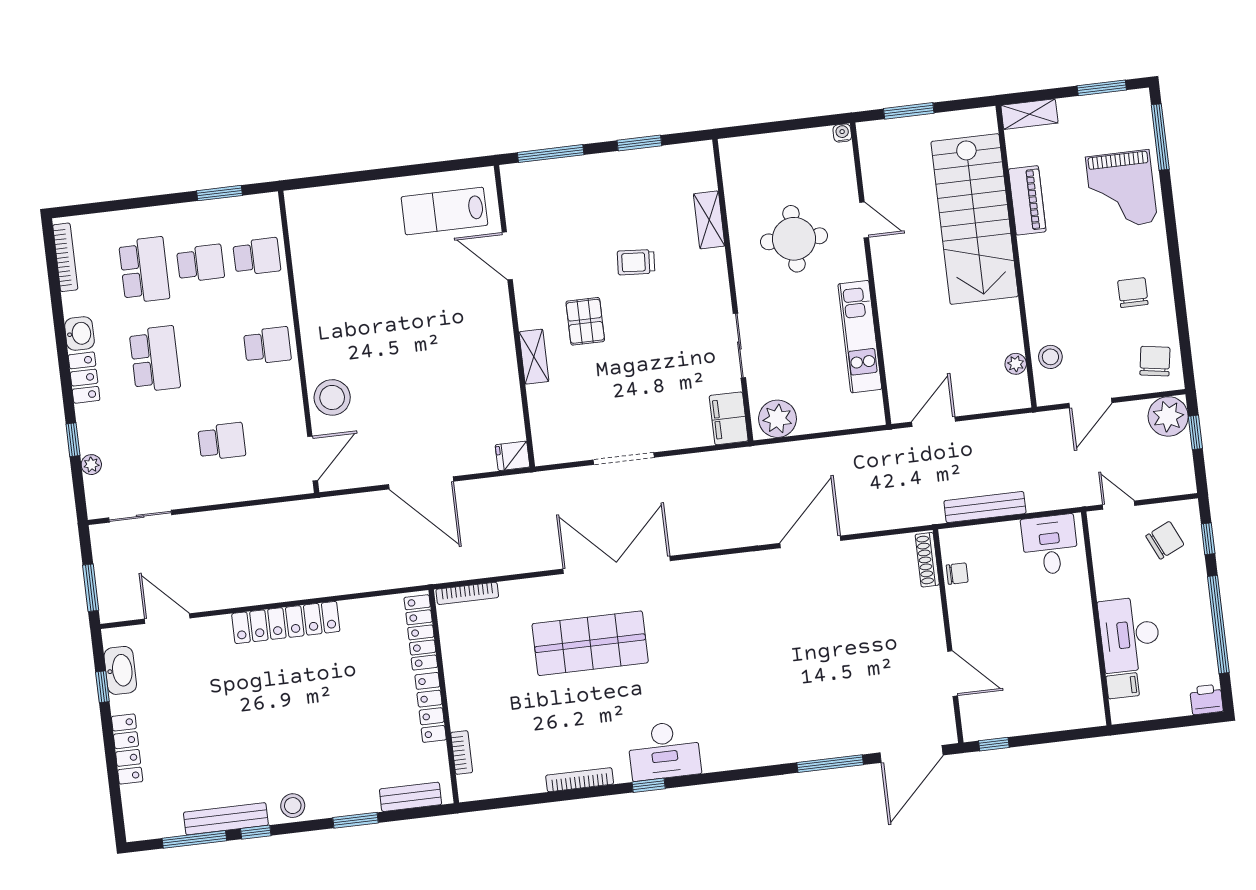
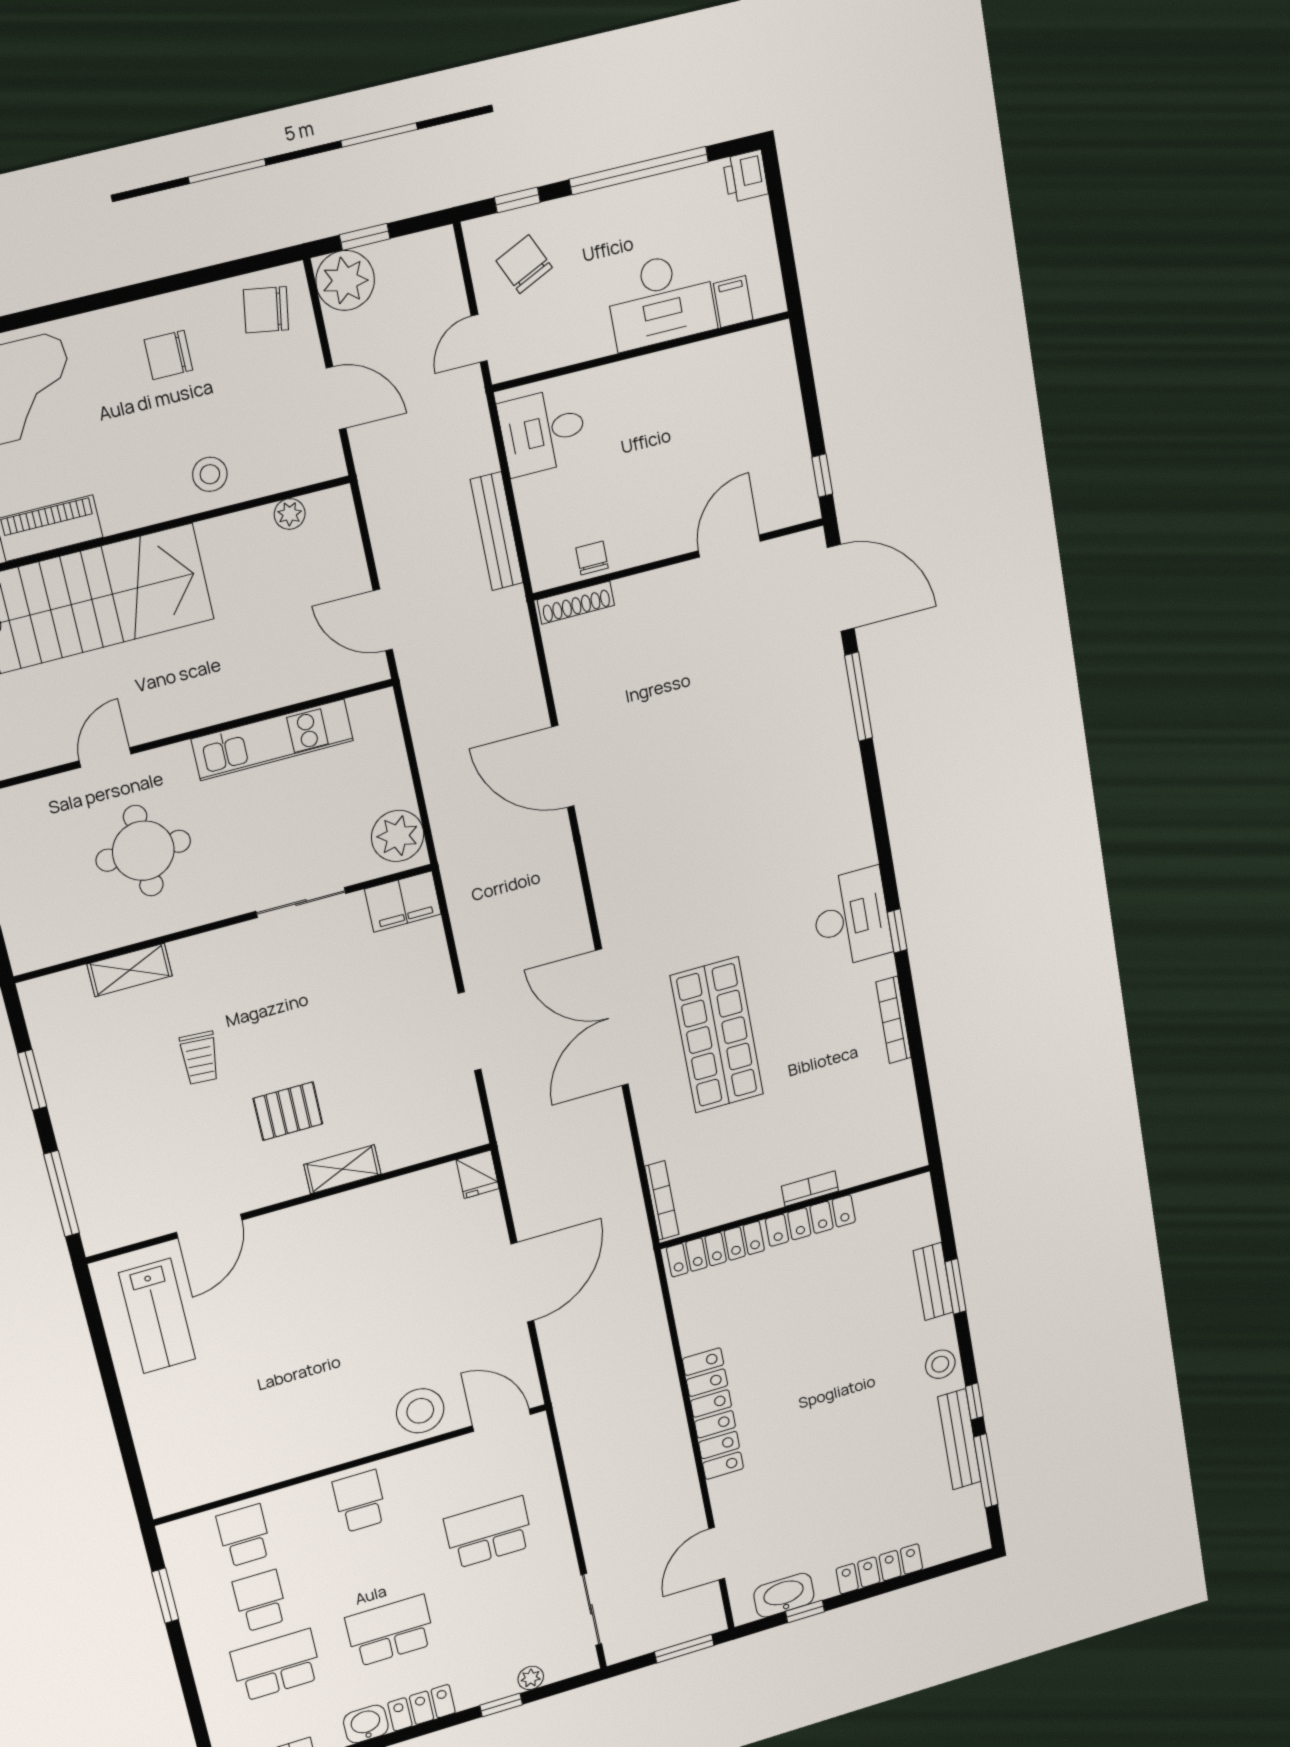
stool: (1050, 357) -> (210, 474), moved
school desk: (222, 441) -> (489, 1532), width x1.85
bookcase: (462, 752) -> (810, 1189), moved
bench: (411, 797) -> (933, 1282), moved

